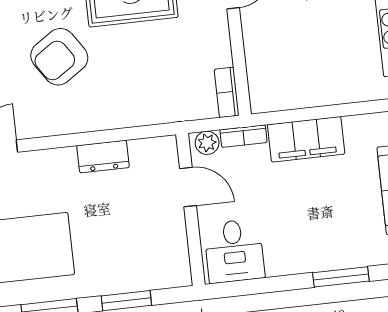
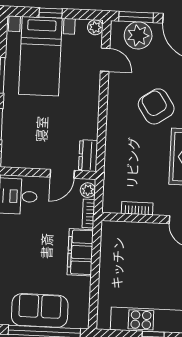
bookcase: (227, 92) -> (137, 208), moved
dresser: (103, 157) -> (88, 156), moved

